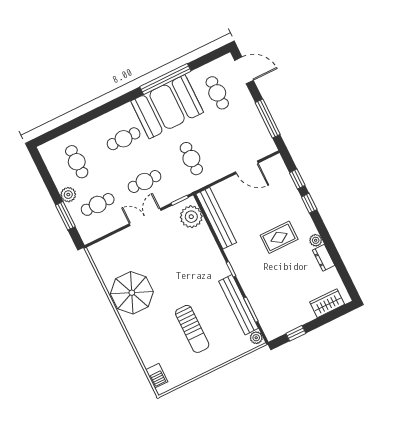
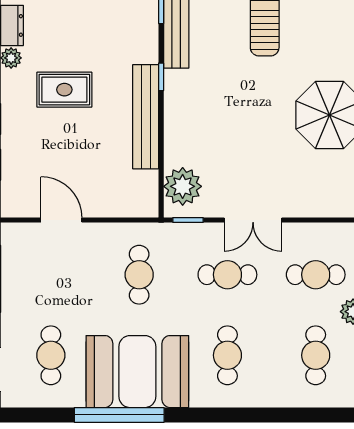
cafe table: (124, 139) -> (227, 355), turned 90
bench: (216, 218) -> (146, 117), moved

